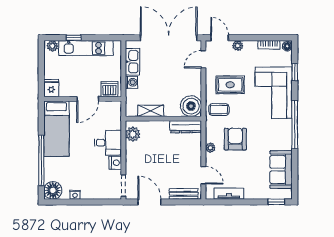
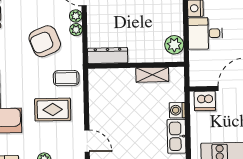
door: (203, 59) -> (87, 141), hinge flipped
boiler: (191, 106) -> (101, 82), removed
armchair: (235, 139) -> (45, 41), turned 68
plant: (210, 159) -> (76, 16), added

